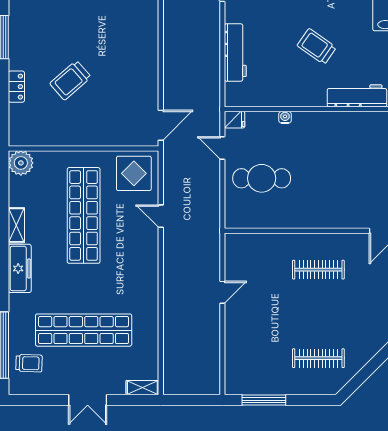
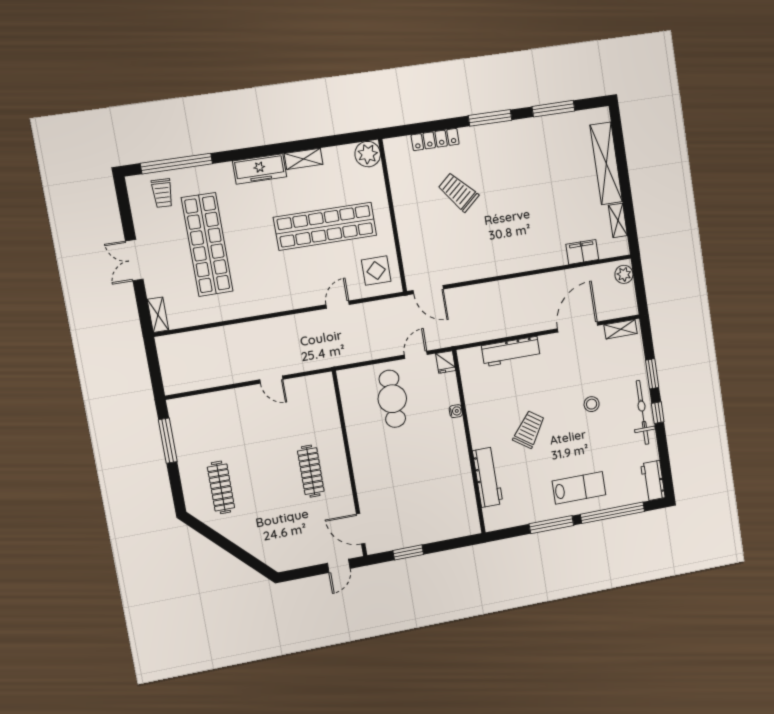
locker: (16, 87) -> (435, 140), width x1.53
display table: (134, 173) -> (376, 271), width x0.73, depth x0.73

